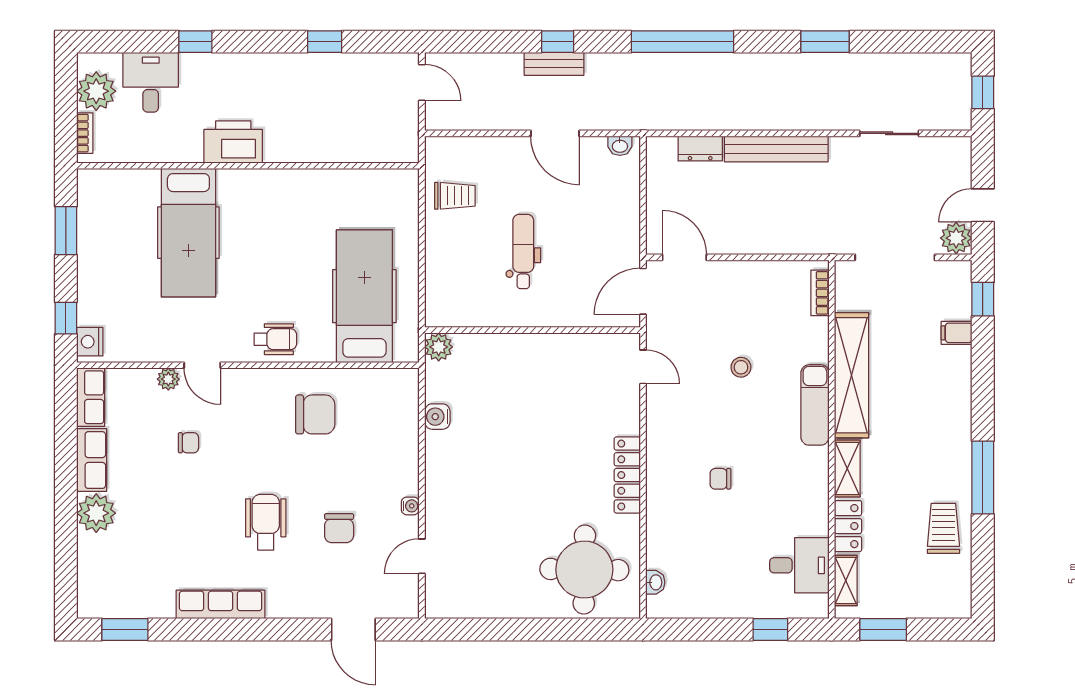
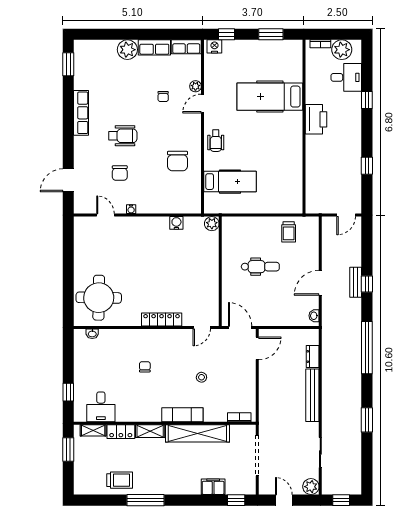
plant: (956, 238) -> (311, 487), moved
hospital bed: (364, 296) -> (230, 182), width x0.73, depth x0.78
filing cabinet: (957, 333) -> (213, 487), width x2.00
locker: (627, 475) -> (162, 319), moved
chair: (339, 528) -> (120, 173), turned -90

